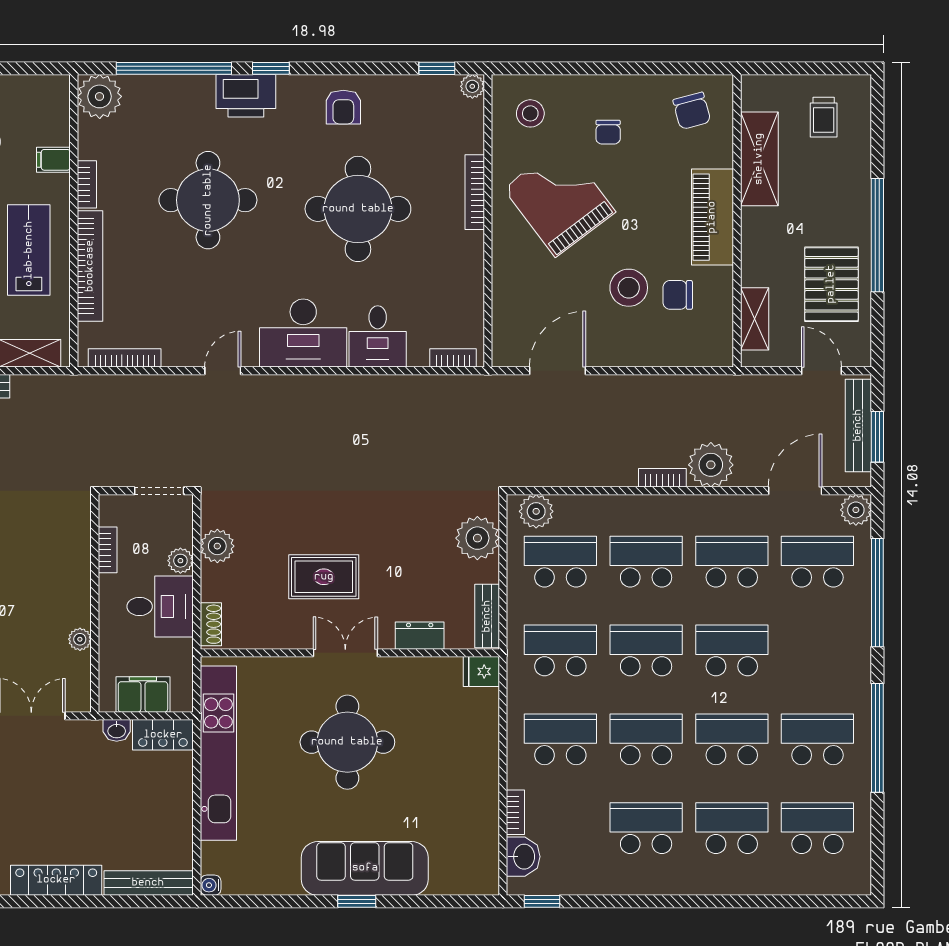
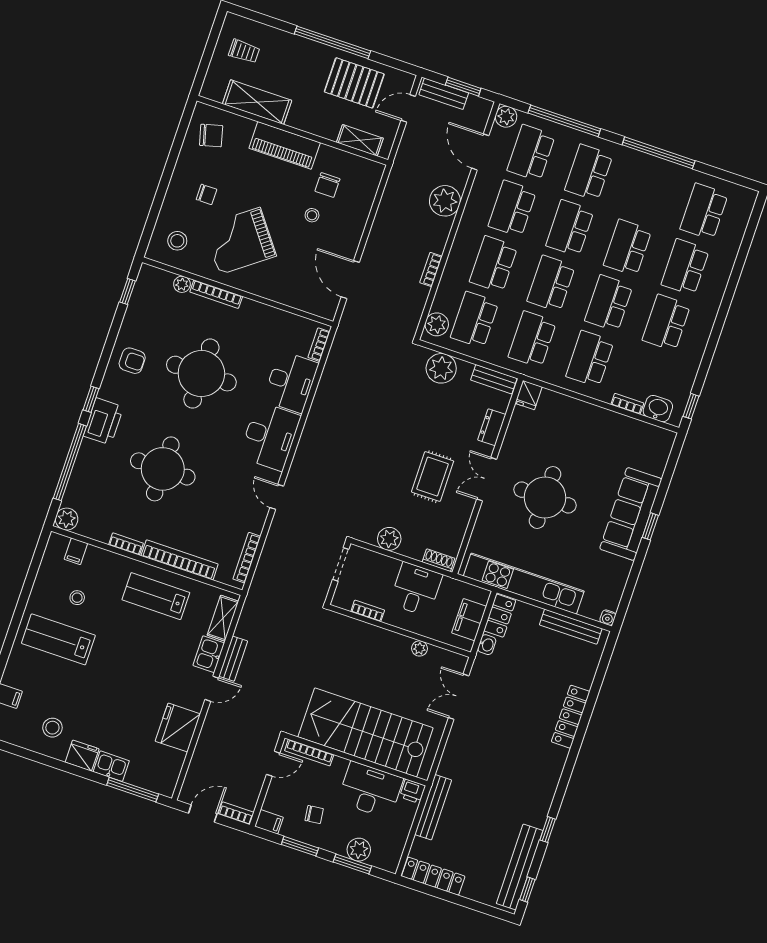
plant: (472, 86) -> (182, 284), moved
plant: (100, 96) -> (67, 519), width x0.73, depth x0.73
filing cabinet: (53, 160) -> (76, 551), moved
stool: (629, 288) -> (312, 215), width x0.53, depth x0.53
desk: (378, 336) -> (291, 382), width x1.37
bench: (858, 425) -> (444, 94), width x0.73
bookcase: (662, 478) -> (431, 270), moved
plant: (180, 561) -> (391, 566), removed
school desk: (817, 739) -> (589, 172), moved
bench: (148, 883) -> (571, 627), moved, turned 90

